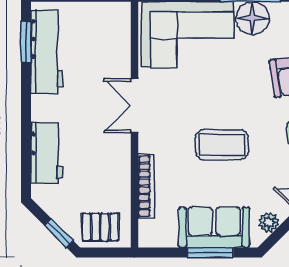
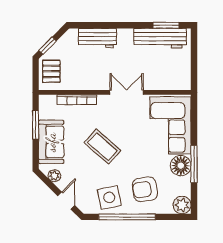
coffee table: (222, 145) -> (102, 147), turned -49
window: (210, 253) -> (36, 125), moved

